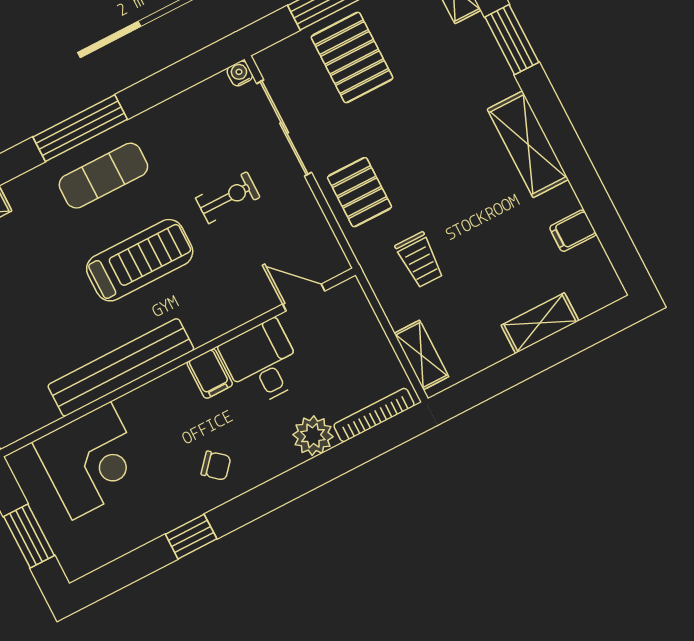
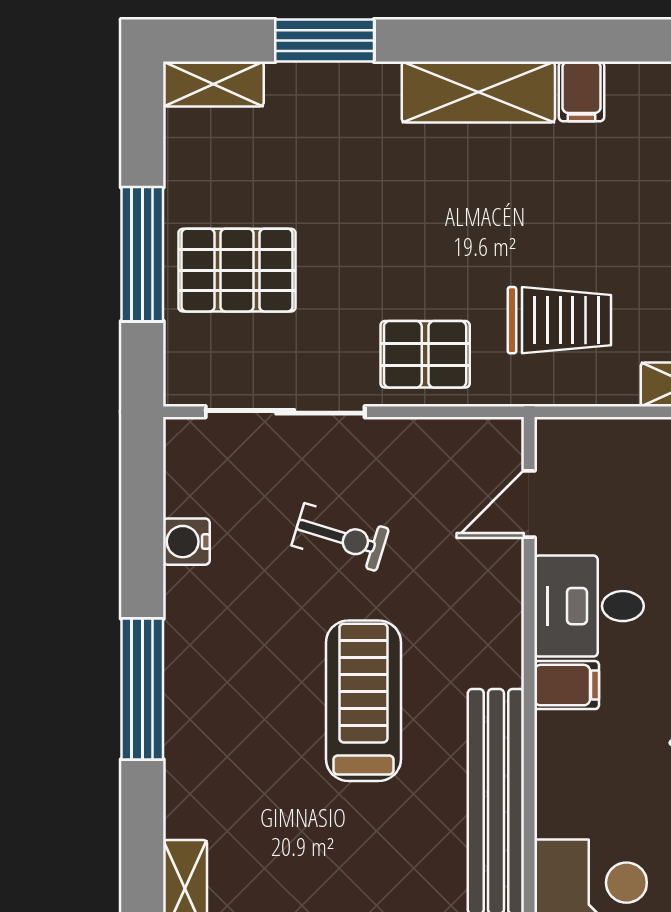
water cooler: (240, 73) -> (186, 542), moved, width x1.38, depth x1.38
exercise mat: (103, 176) -> (223, 691), removed
exercise bike: (228, 198) -> (340, 537), turned 107
filing cabinet: (573, 231) -> (582, 91), moved
trolley: (420, 260) -> (559, 320), width x1.36, depth x1.39

